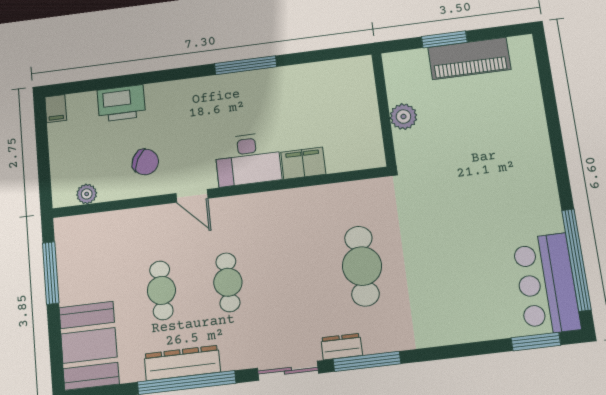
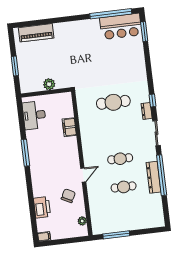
piano: (469, 58) -> (36, 33), moved, turned 90
desk: (248, 159) -> (34, 115), moved, turned 180
booth: (89, 345) -> (147, 217), removed
window: (367, 361) -> (153, 101), width x0.46

